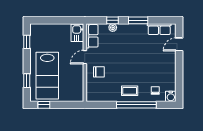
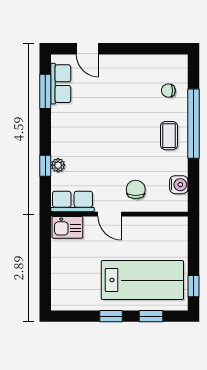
window: (138, 20) -> (45, 91), moved
window: (27, 42) -> (111, 316), moved
water cooler: (171, 96) -> (179, 185), moved

